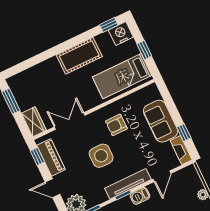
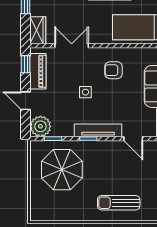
side table: (101, 156) -> (85, 92), width x0.54, depth x0.54
door: (162, 176) -> (133, 139), hinge flipped
barbecue: (140, 196) -> (104, 147), removed

